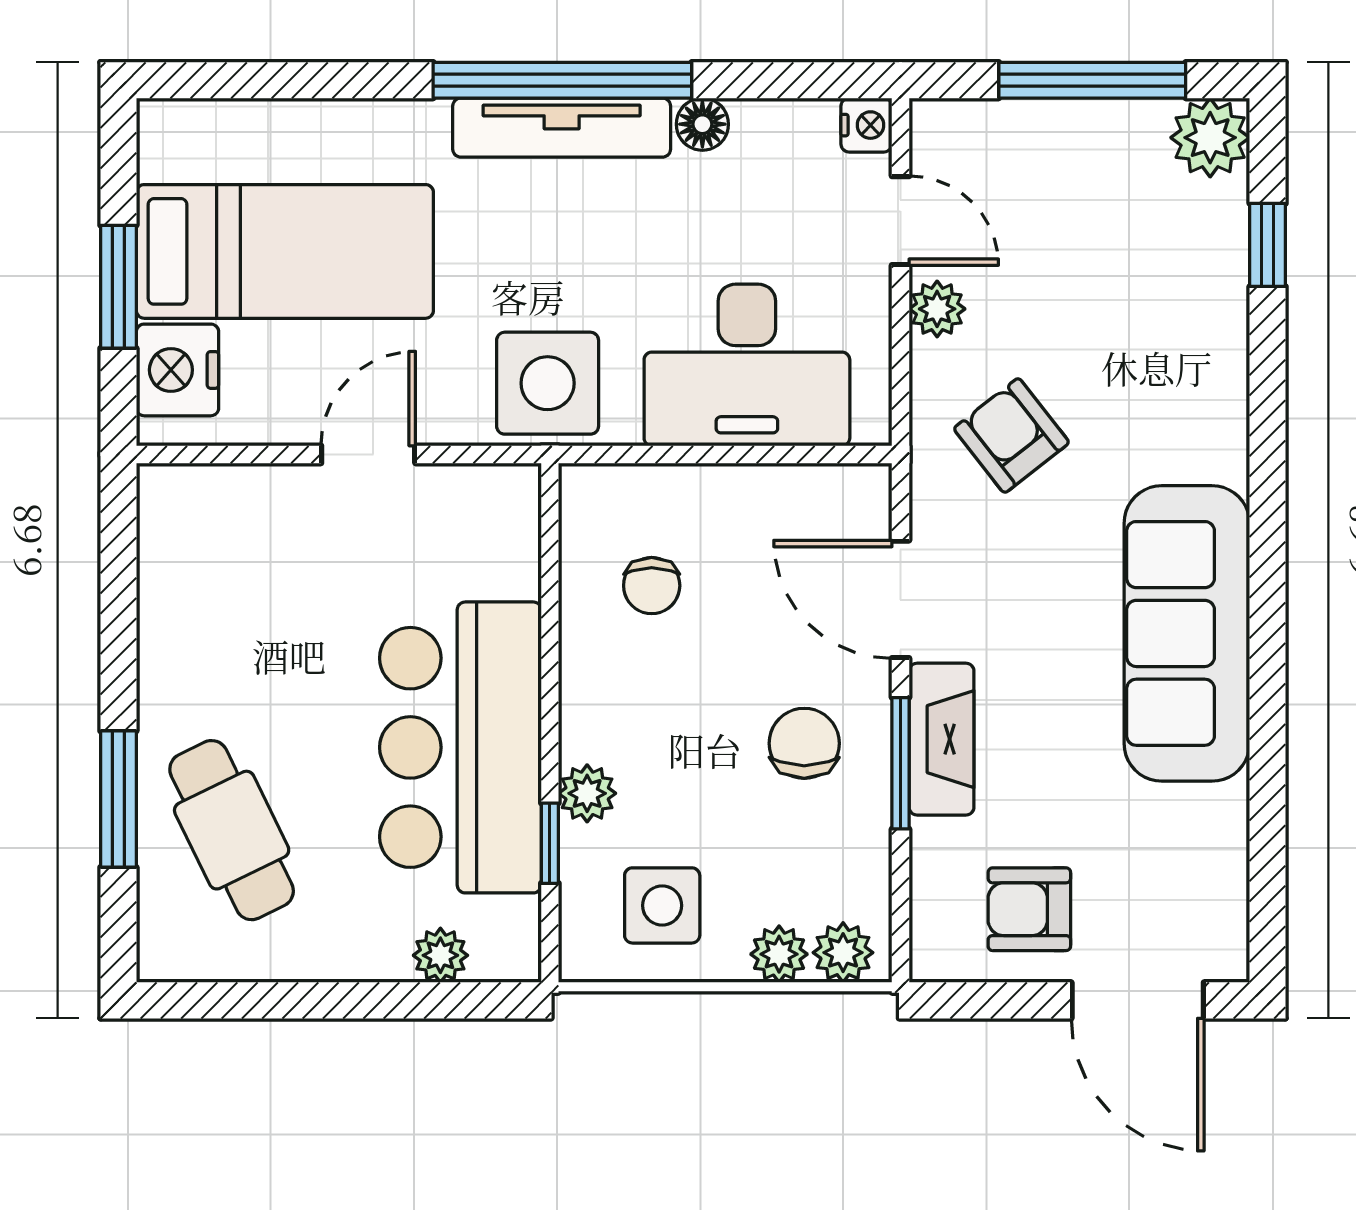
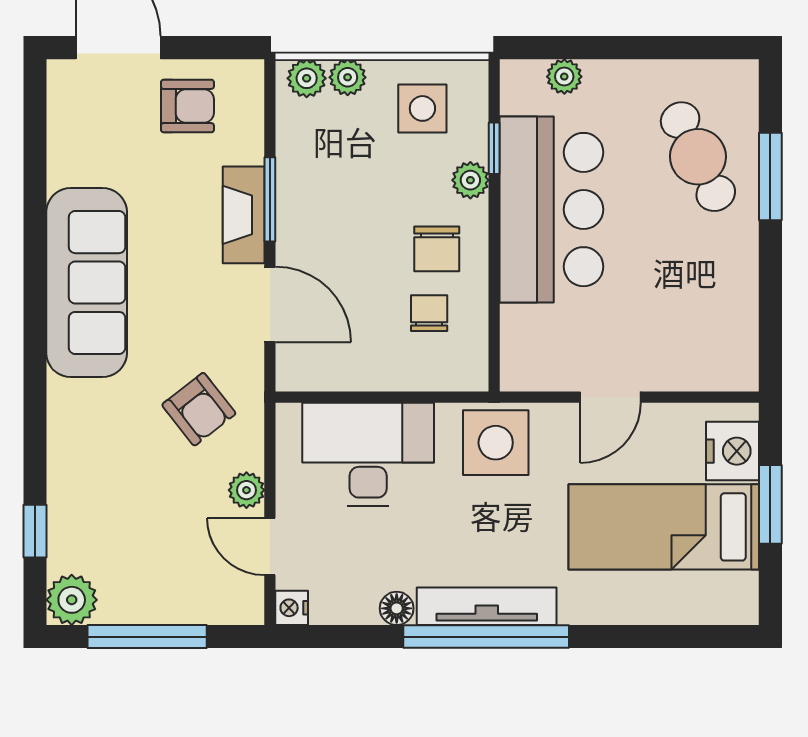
chair: (804, 743) -> (437, 249), moved

